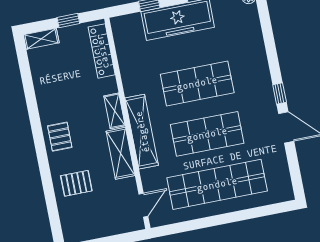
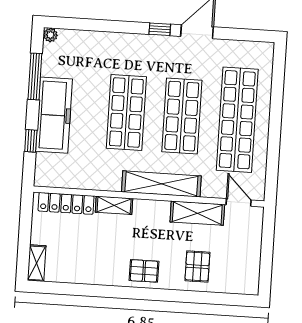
window: (68, 20) -> (25, 230), removed
shelving: (115, 111) -> (114, 205), moved
shelving: (121, 153) -> (197, 213), moved

